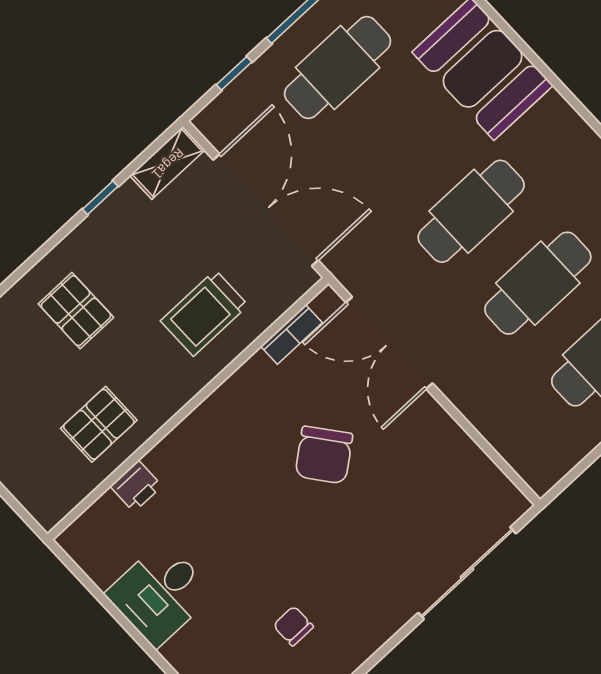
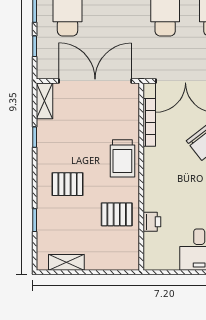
trolley: (204, 313) -> (122, 158), moved
bookcase: (291, 334) -> (149, 122), width x1.56
pallet: (99, 424) -> (117, 214), turned 90

